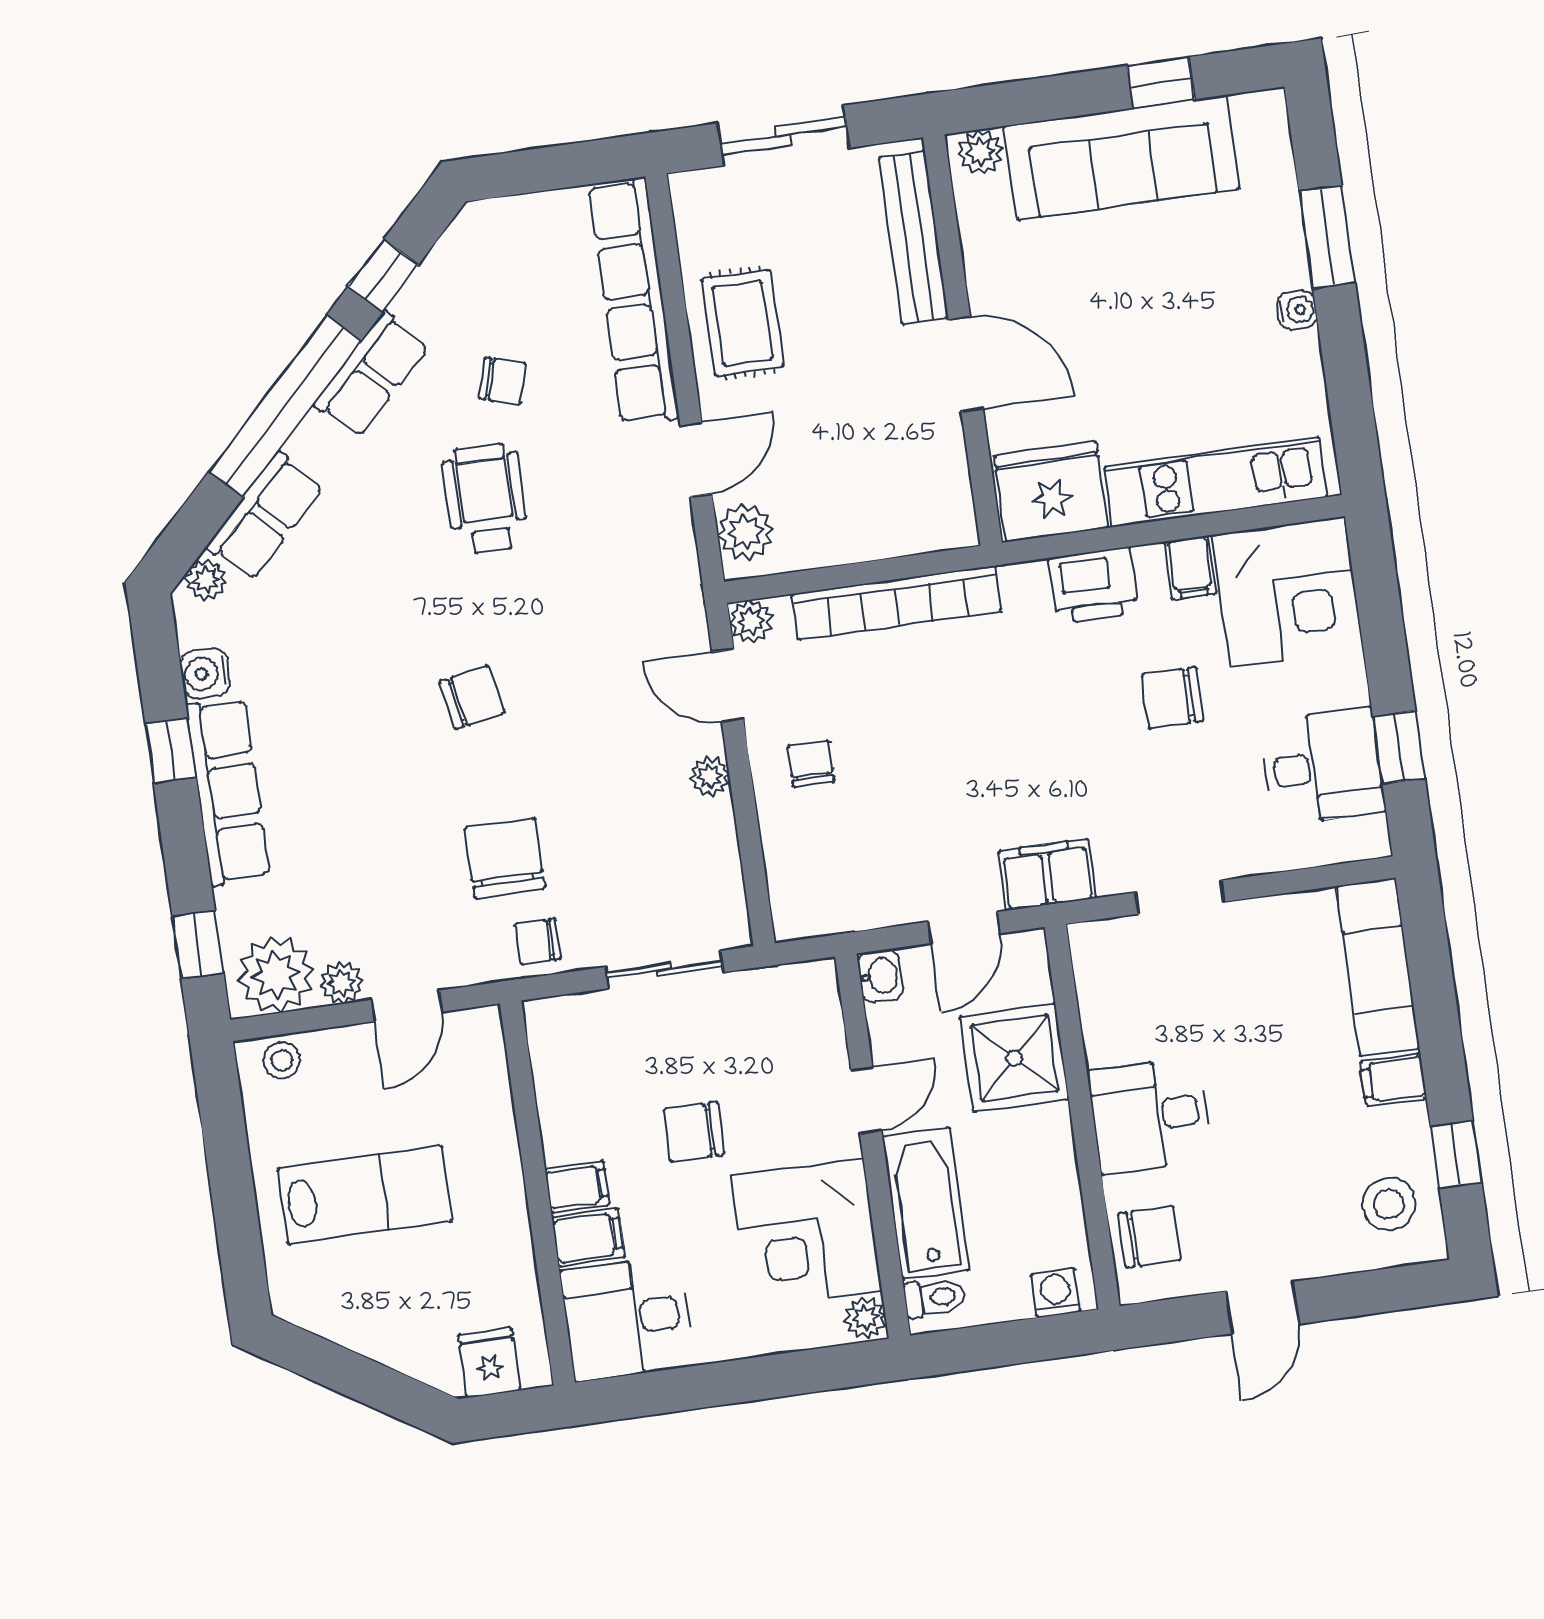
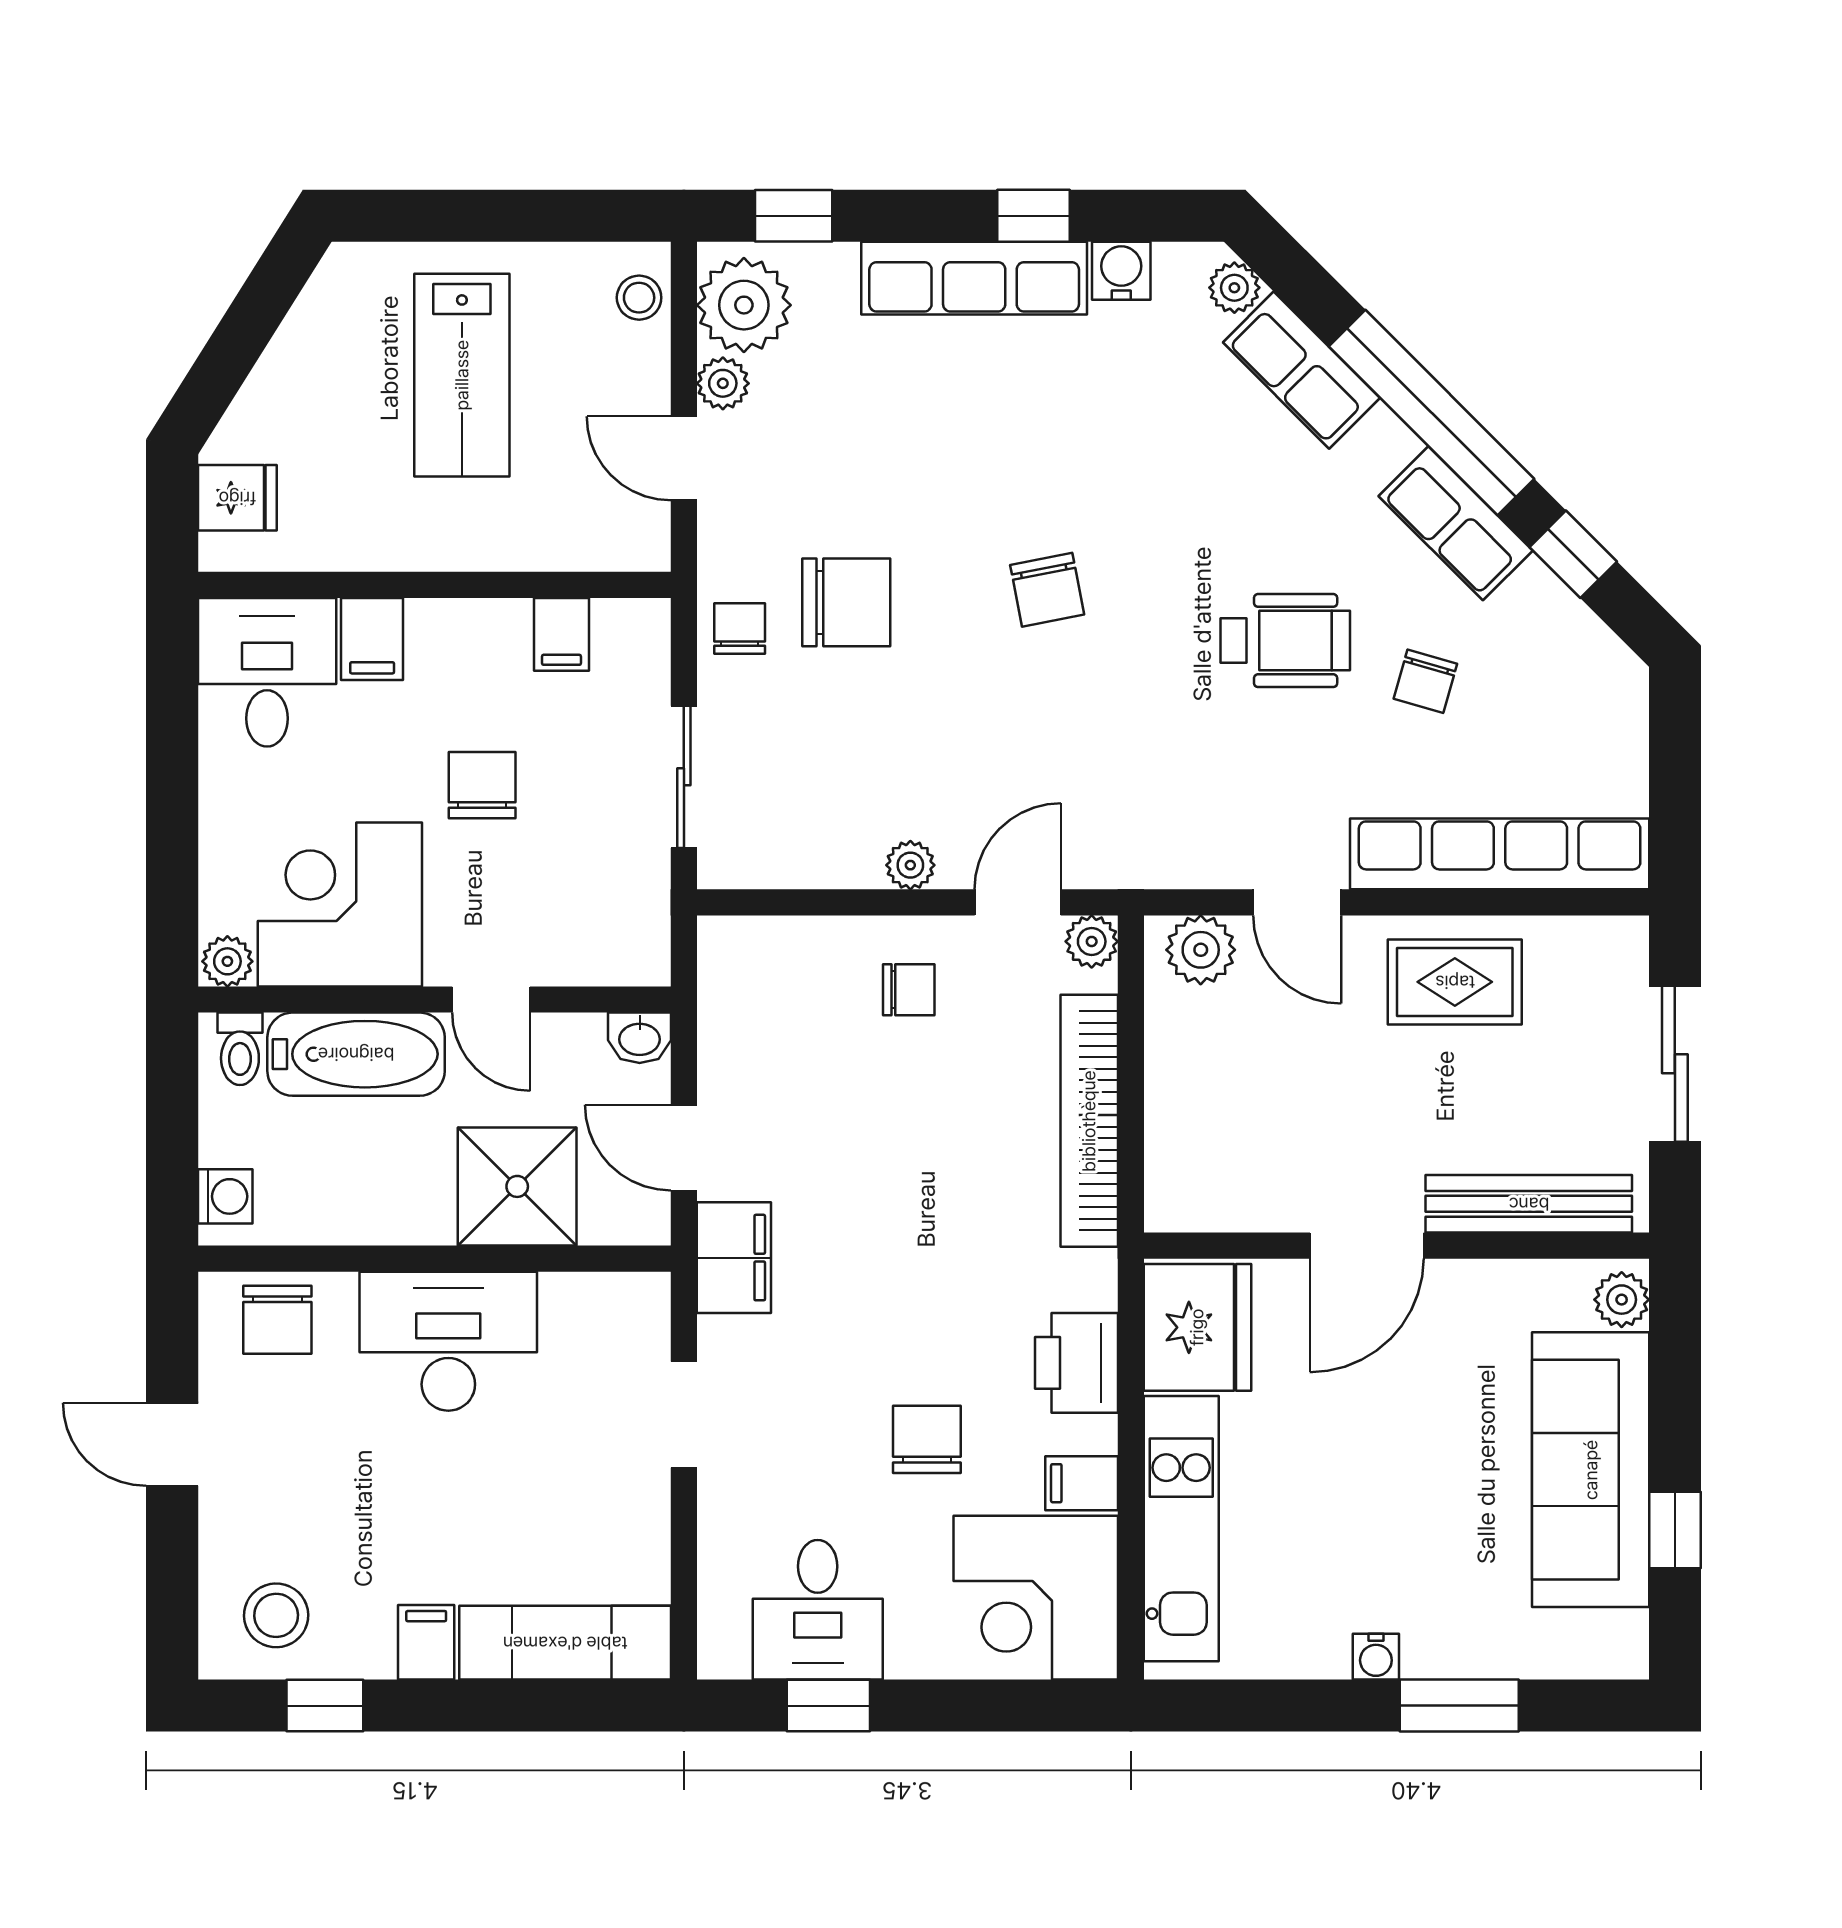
desk: (1150, 1115) -> (448, 1341), width x1.37
filing cabinet: (577, 1187) -> (561, 634), moved

